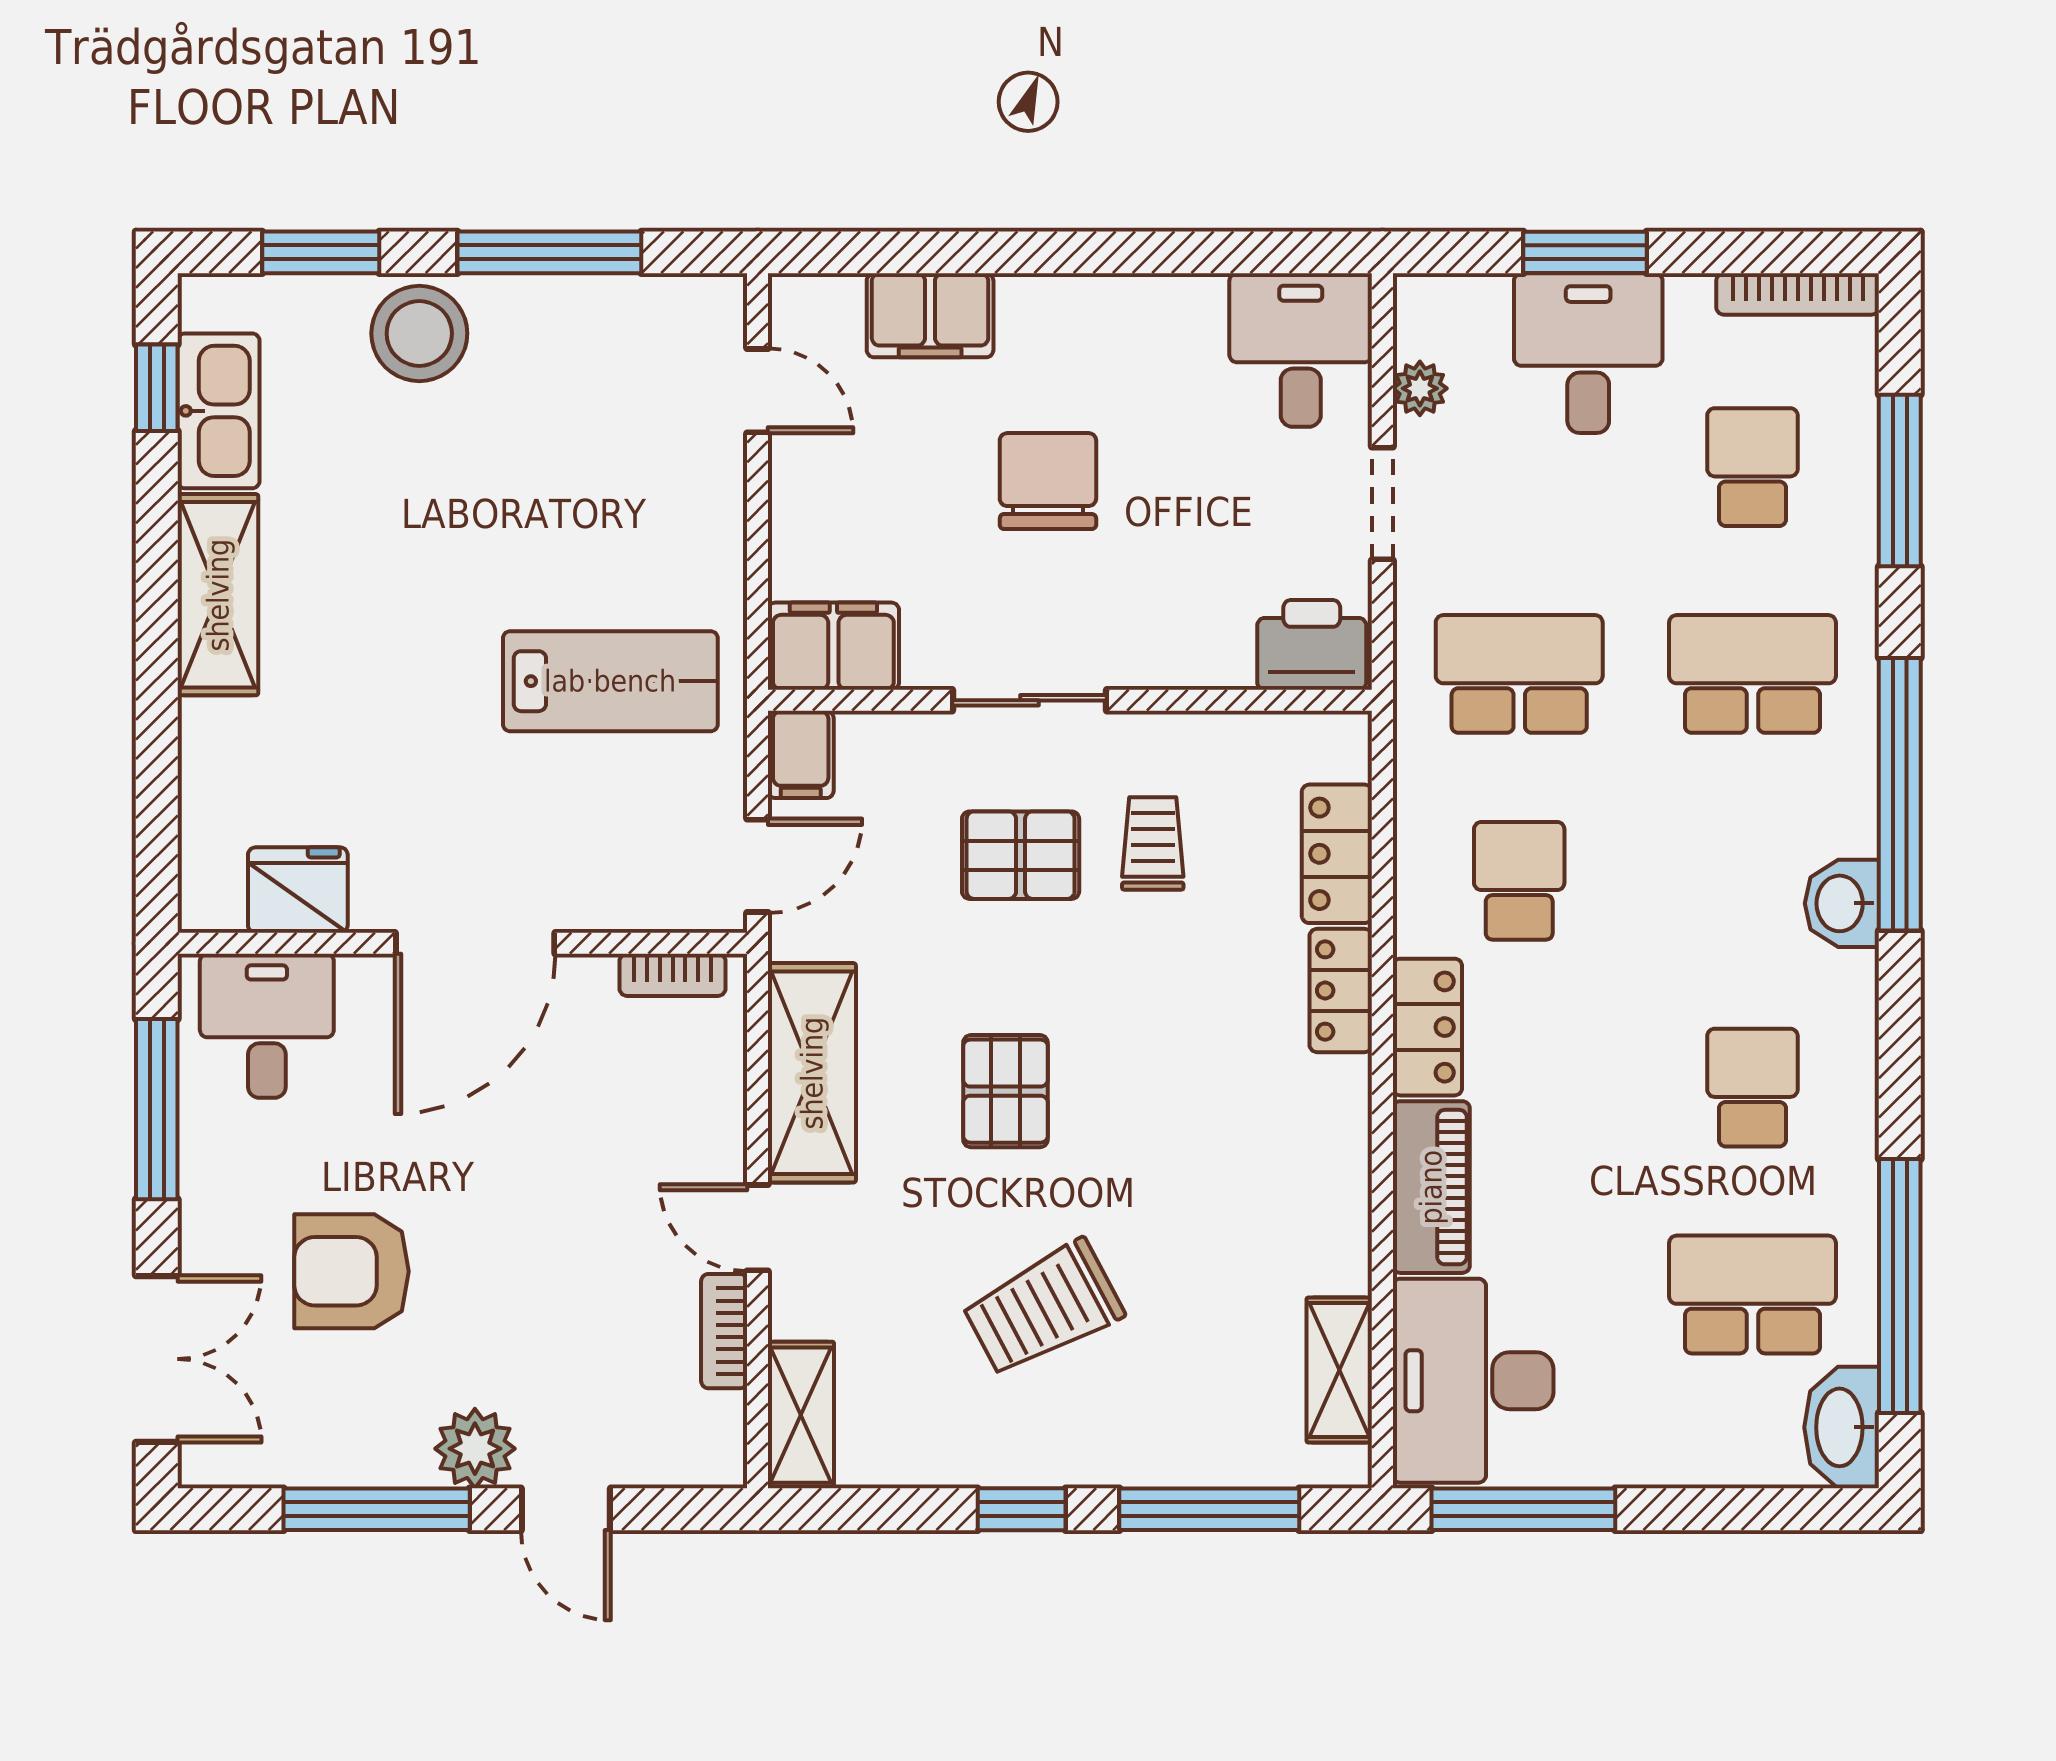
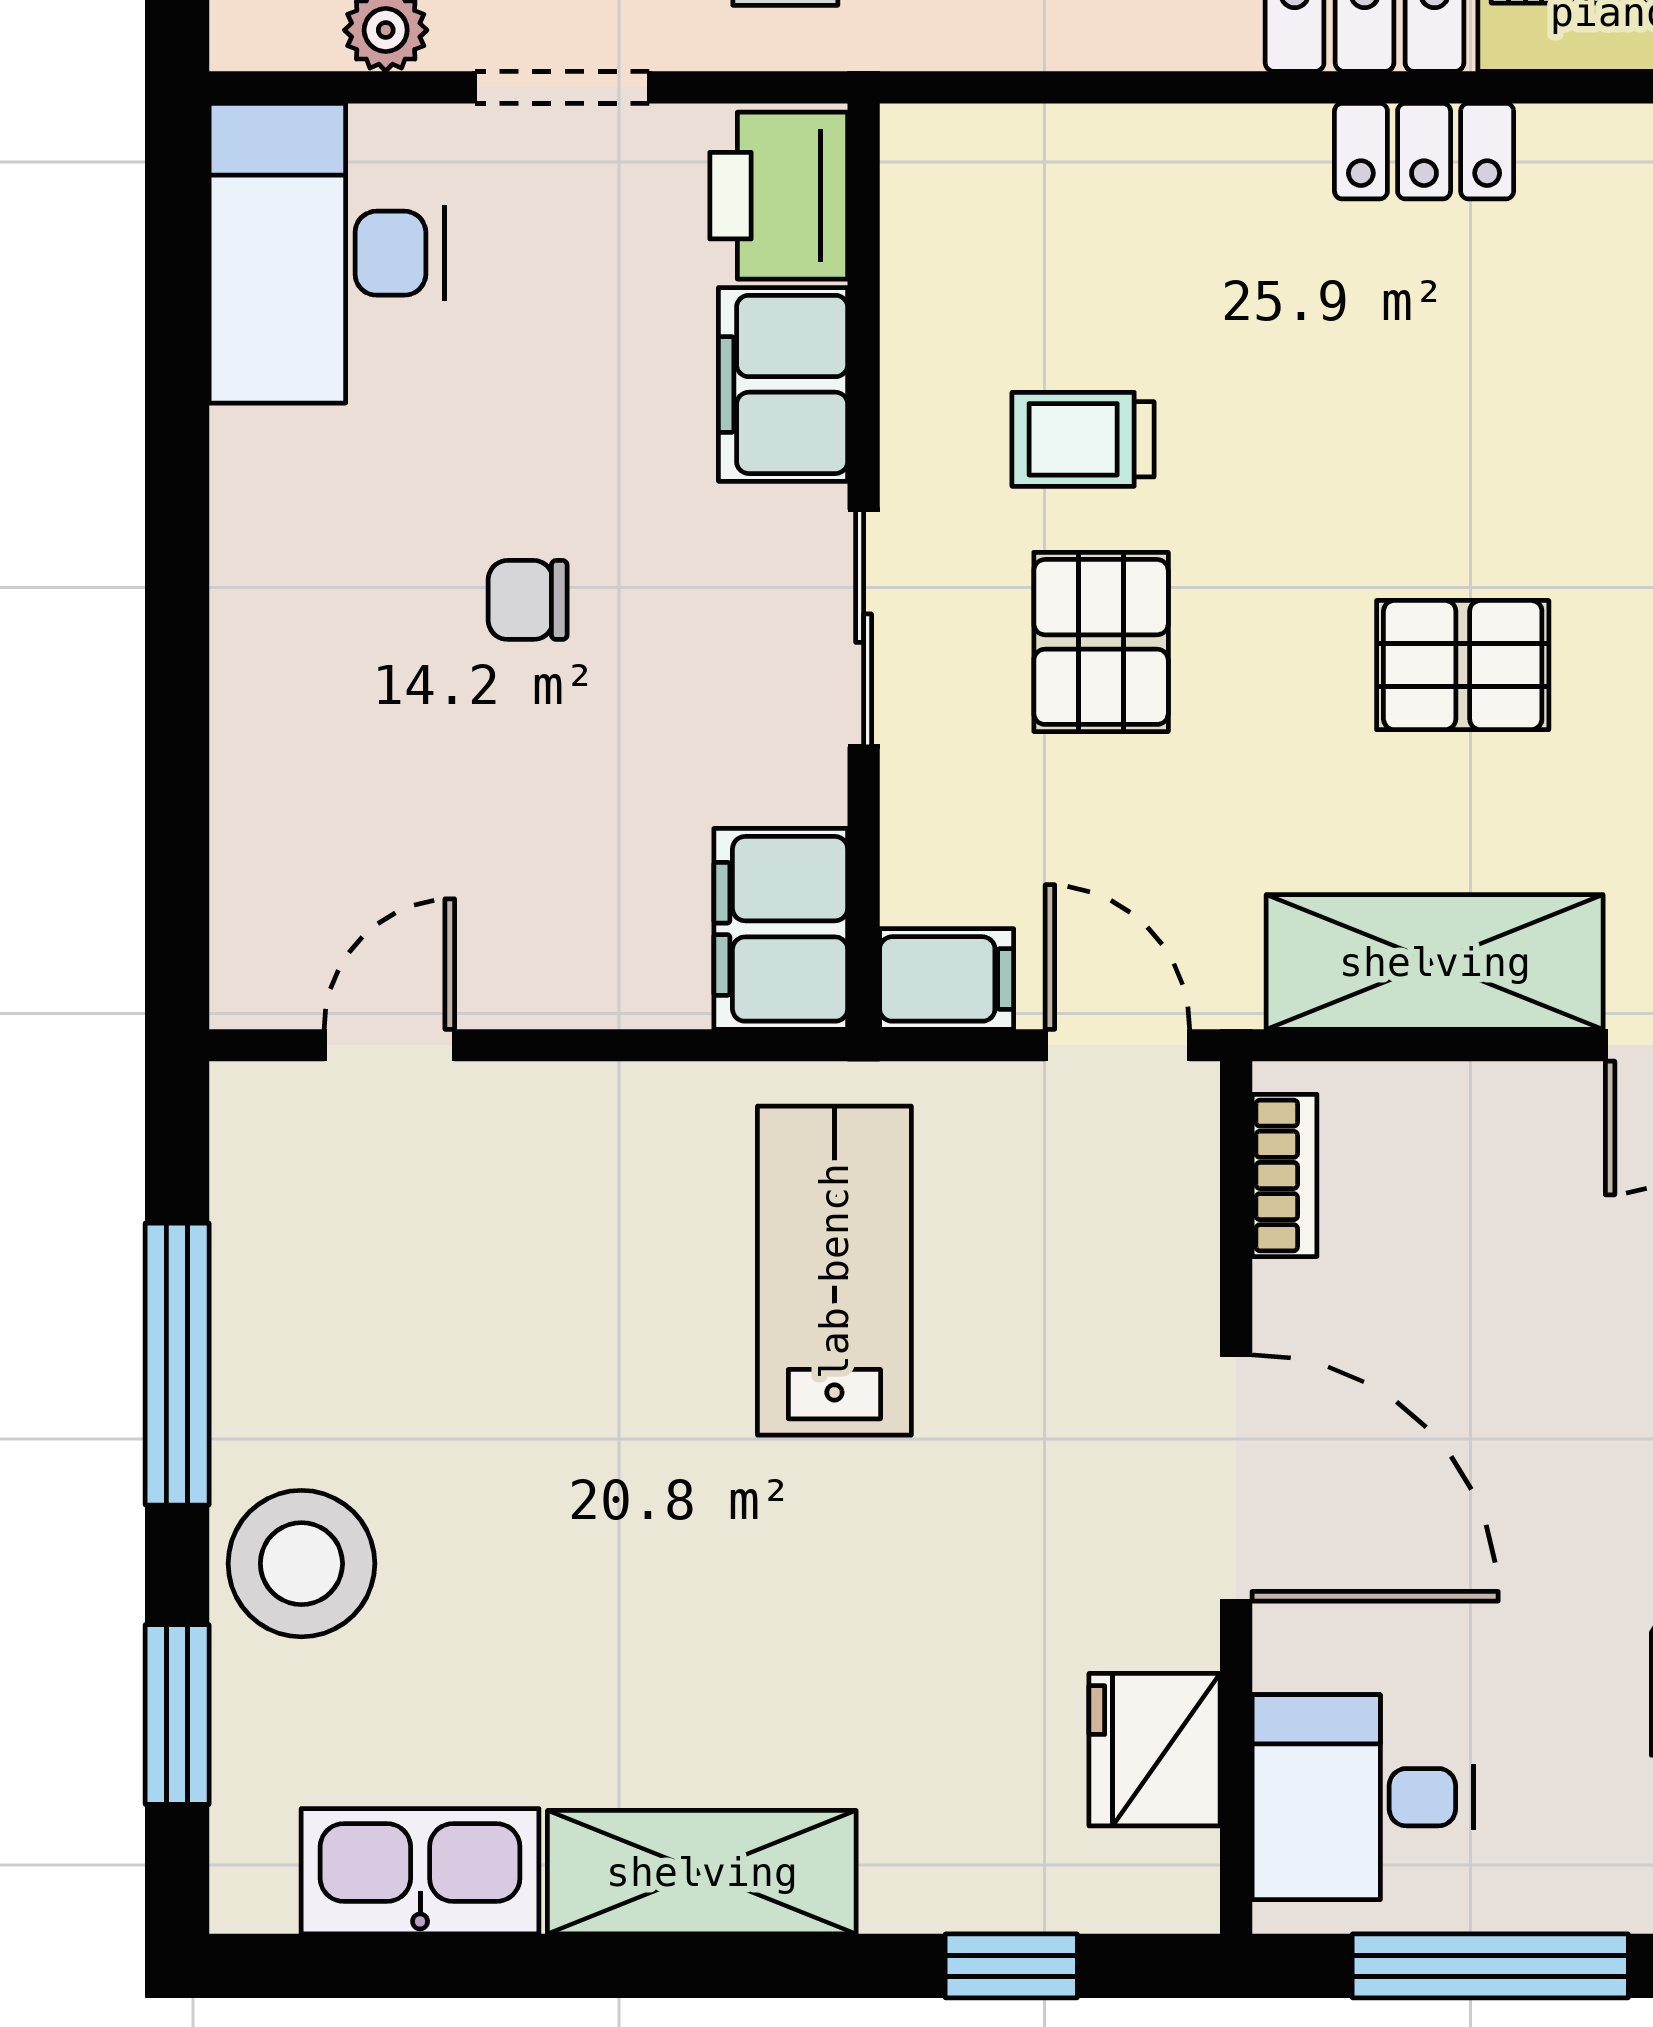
filing cabinet: (930, 315) -> (783, 384), moved, turned 180
desk: (1301, 350) -> (327, 253), width x1.37
window: (157, 388) -> (1011, 1966), moved
chair: (1048, 481) -> (528, 600), width x0.54, depth x0.54
locker: (1337, 854) -> (1099, 157), removed
locker: (1341, 990) -> (1424, 151), moved

